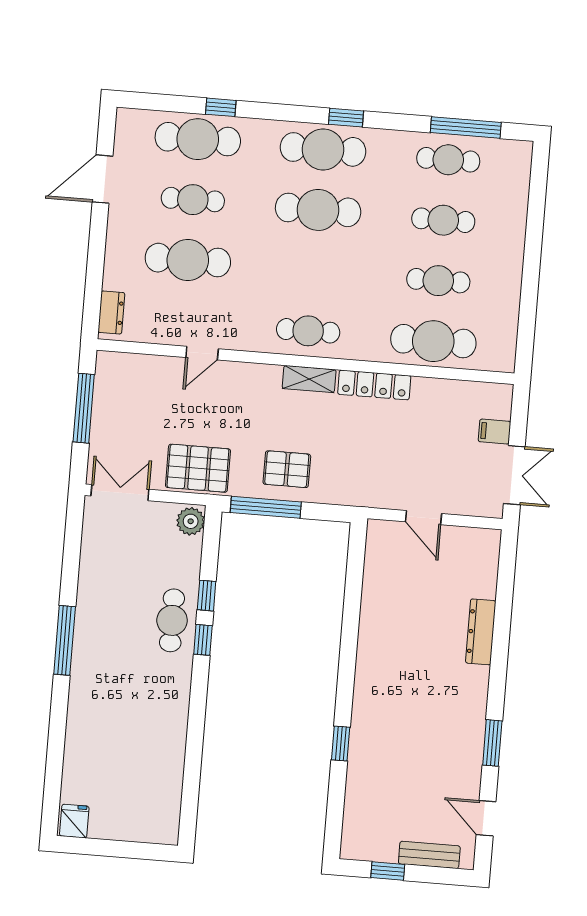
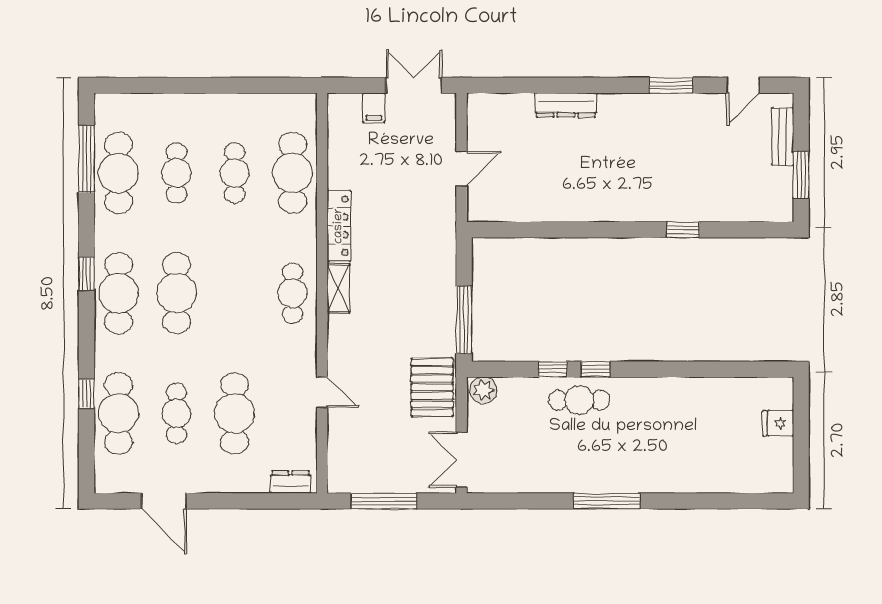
cafe table: (448, 160) -> (119, 173), width x1.37, depth x1.35
pallet: (287, 469) -> (426, 303), removed
fridge: (74, 821) -> (778, 423), moved
window: (388, 871) -> (801, 175), width x1.50

